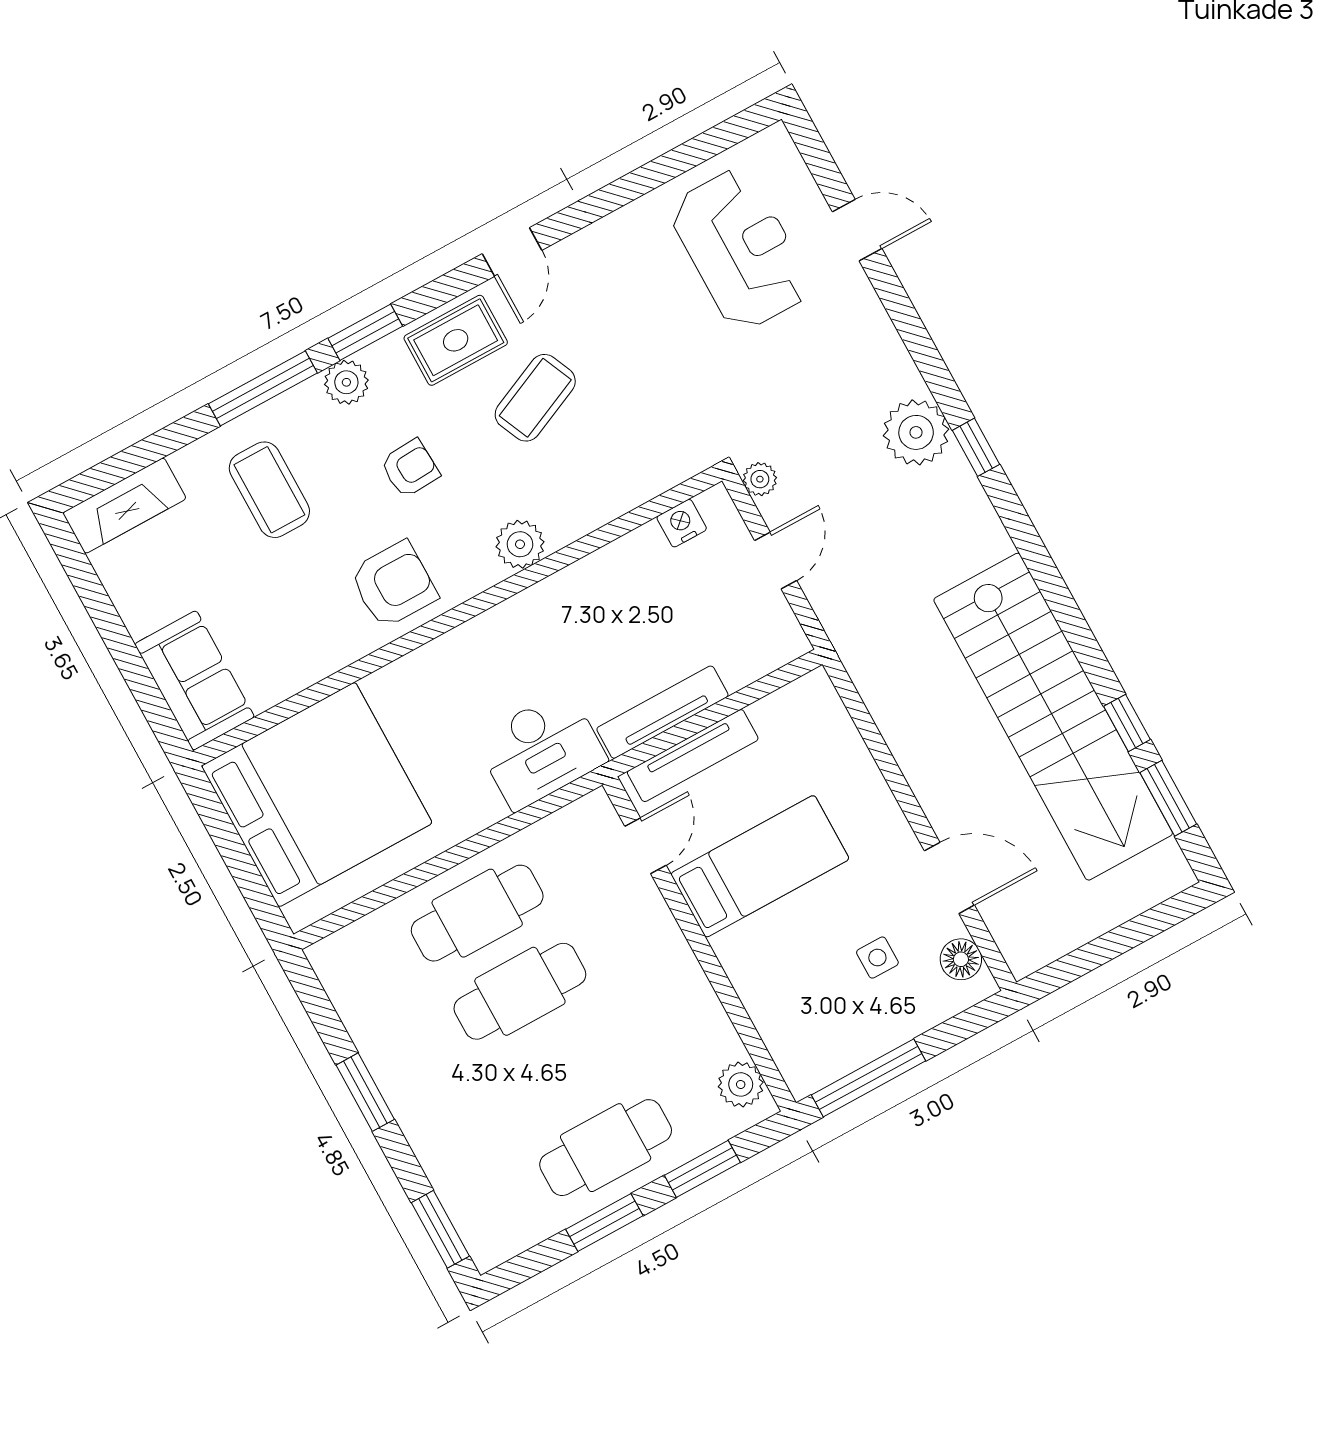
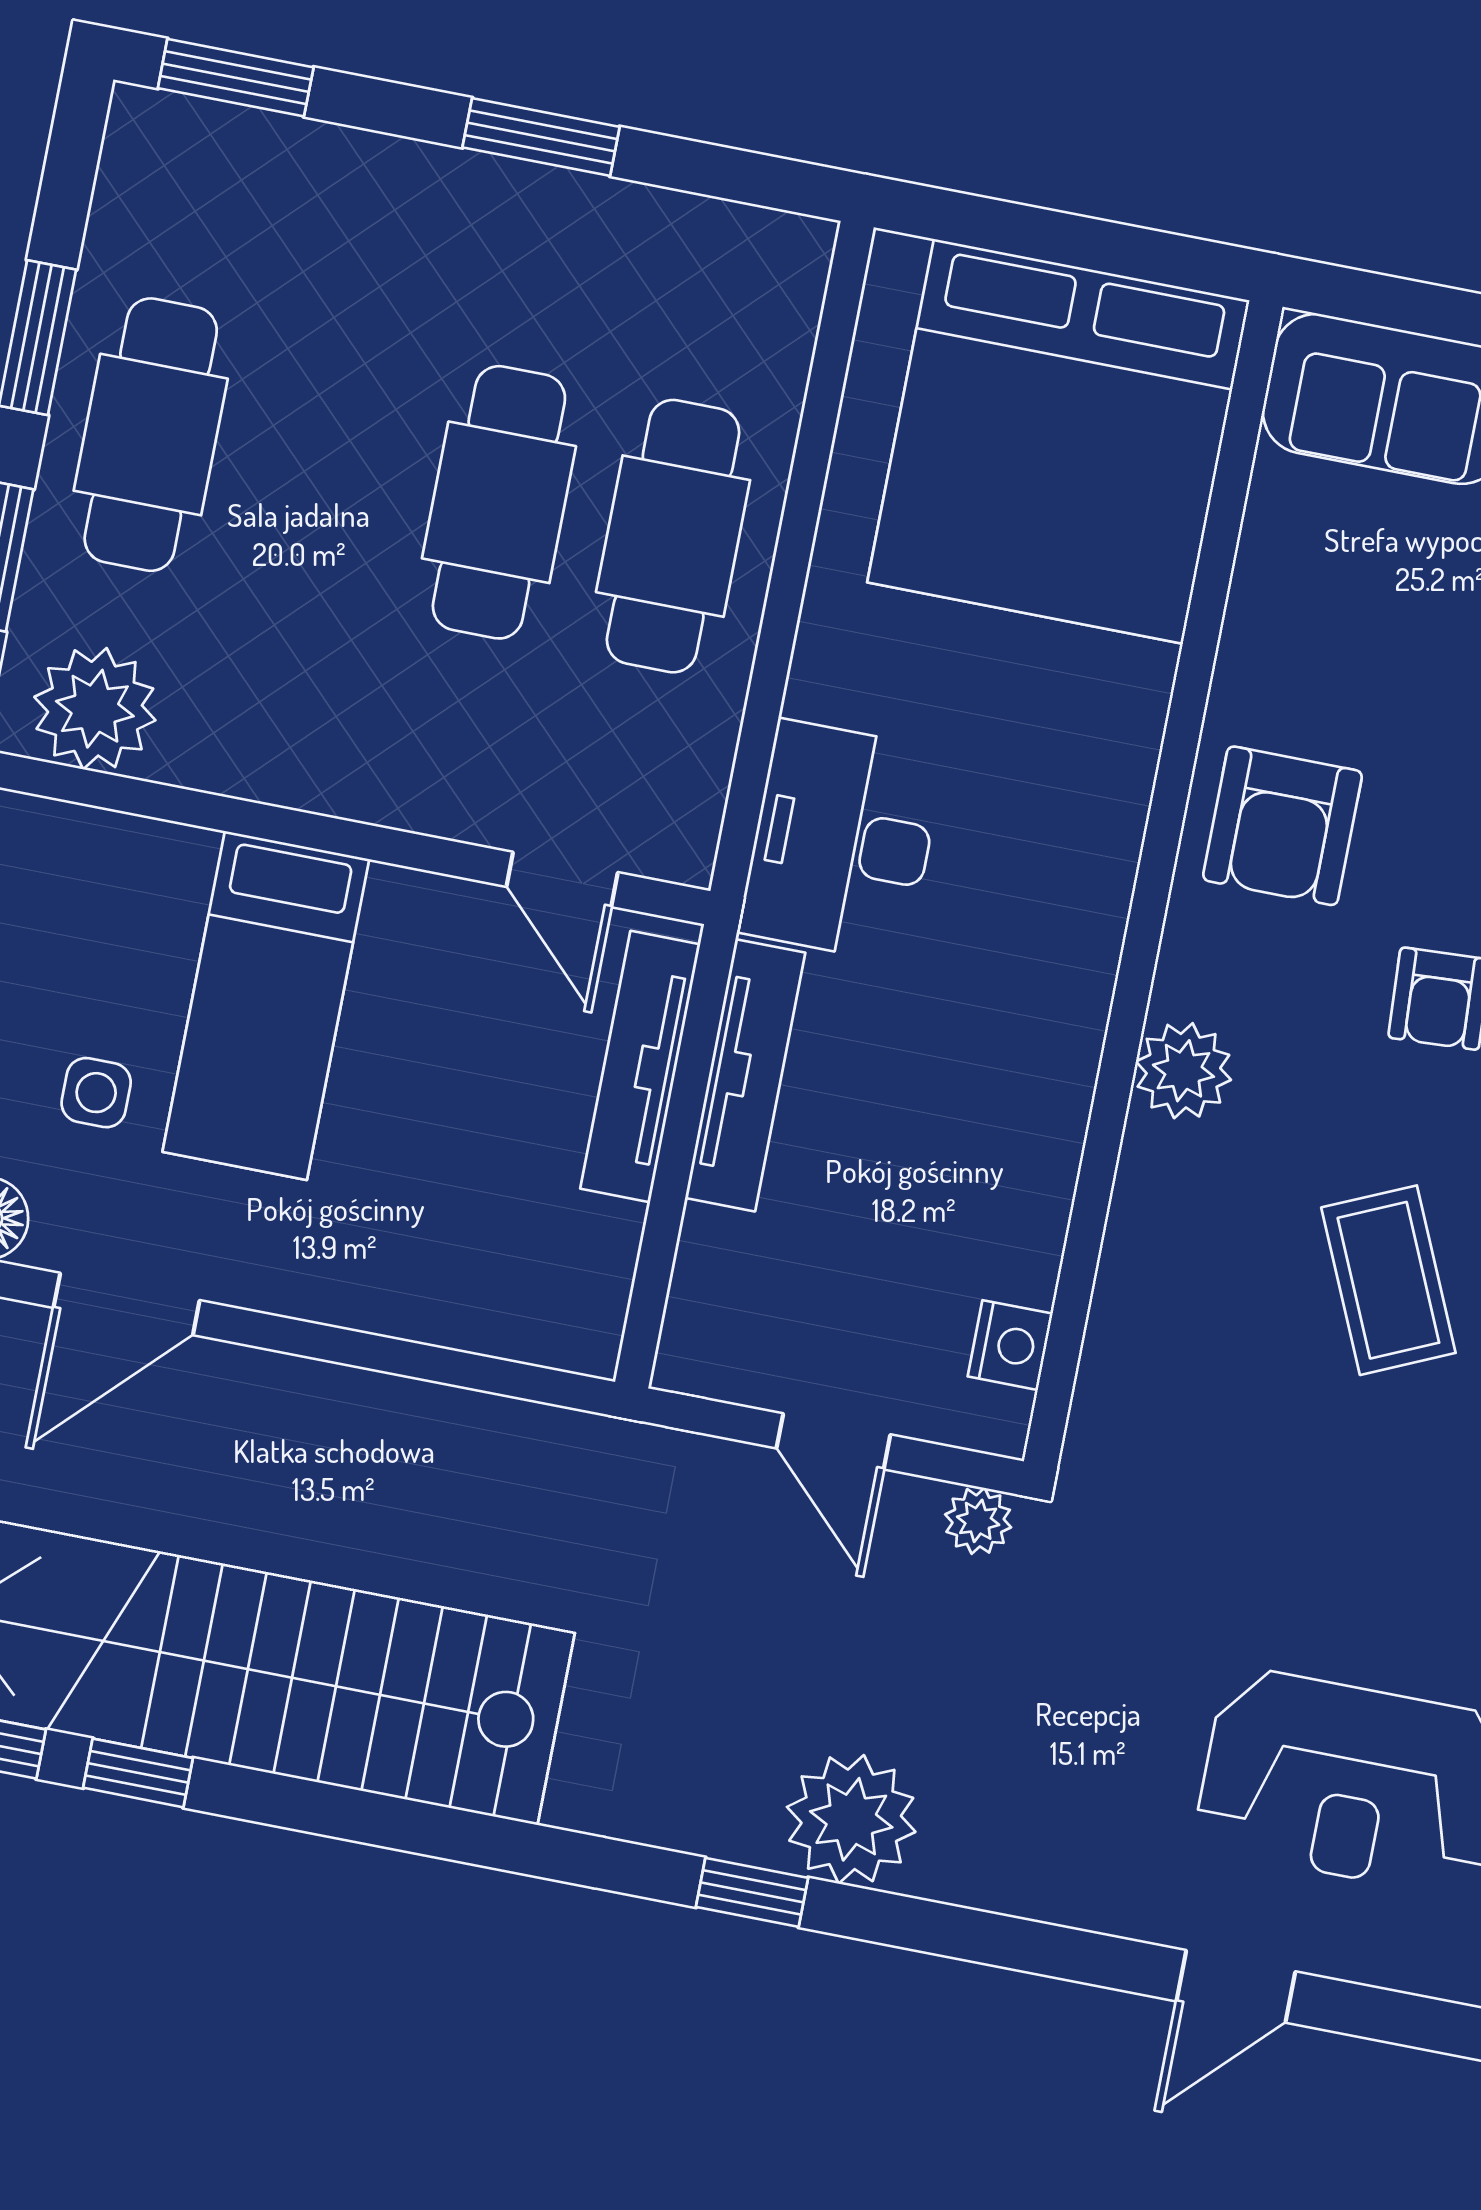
bed: (760, 866) -> (266, 1005), moved
plant: (741, 1084) -> (95, 709), width x1.36, depth x1.36

